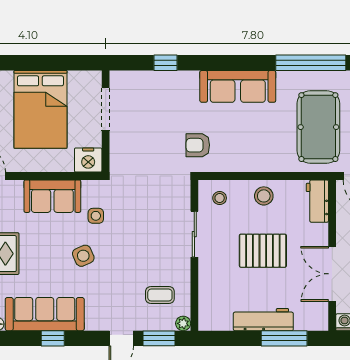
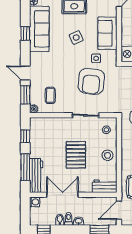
armchair: (136, 224) -> (91, 81), added
side table: (83, 256) -> (76, 37), moved
workbench: (263, 320) -> (36, 175), moved
window: (231, 338) -> (25, 136), added

